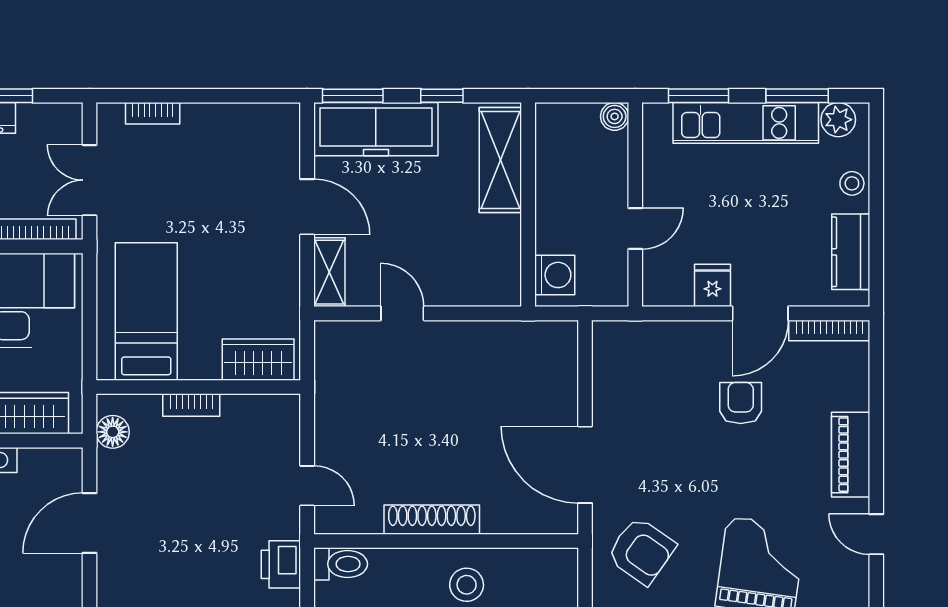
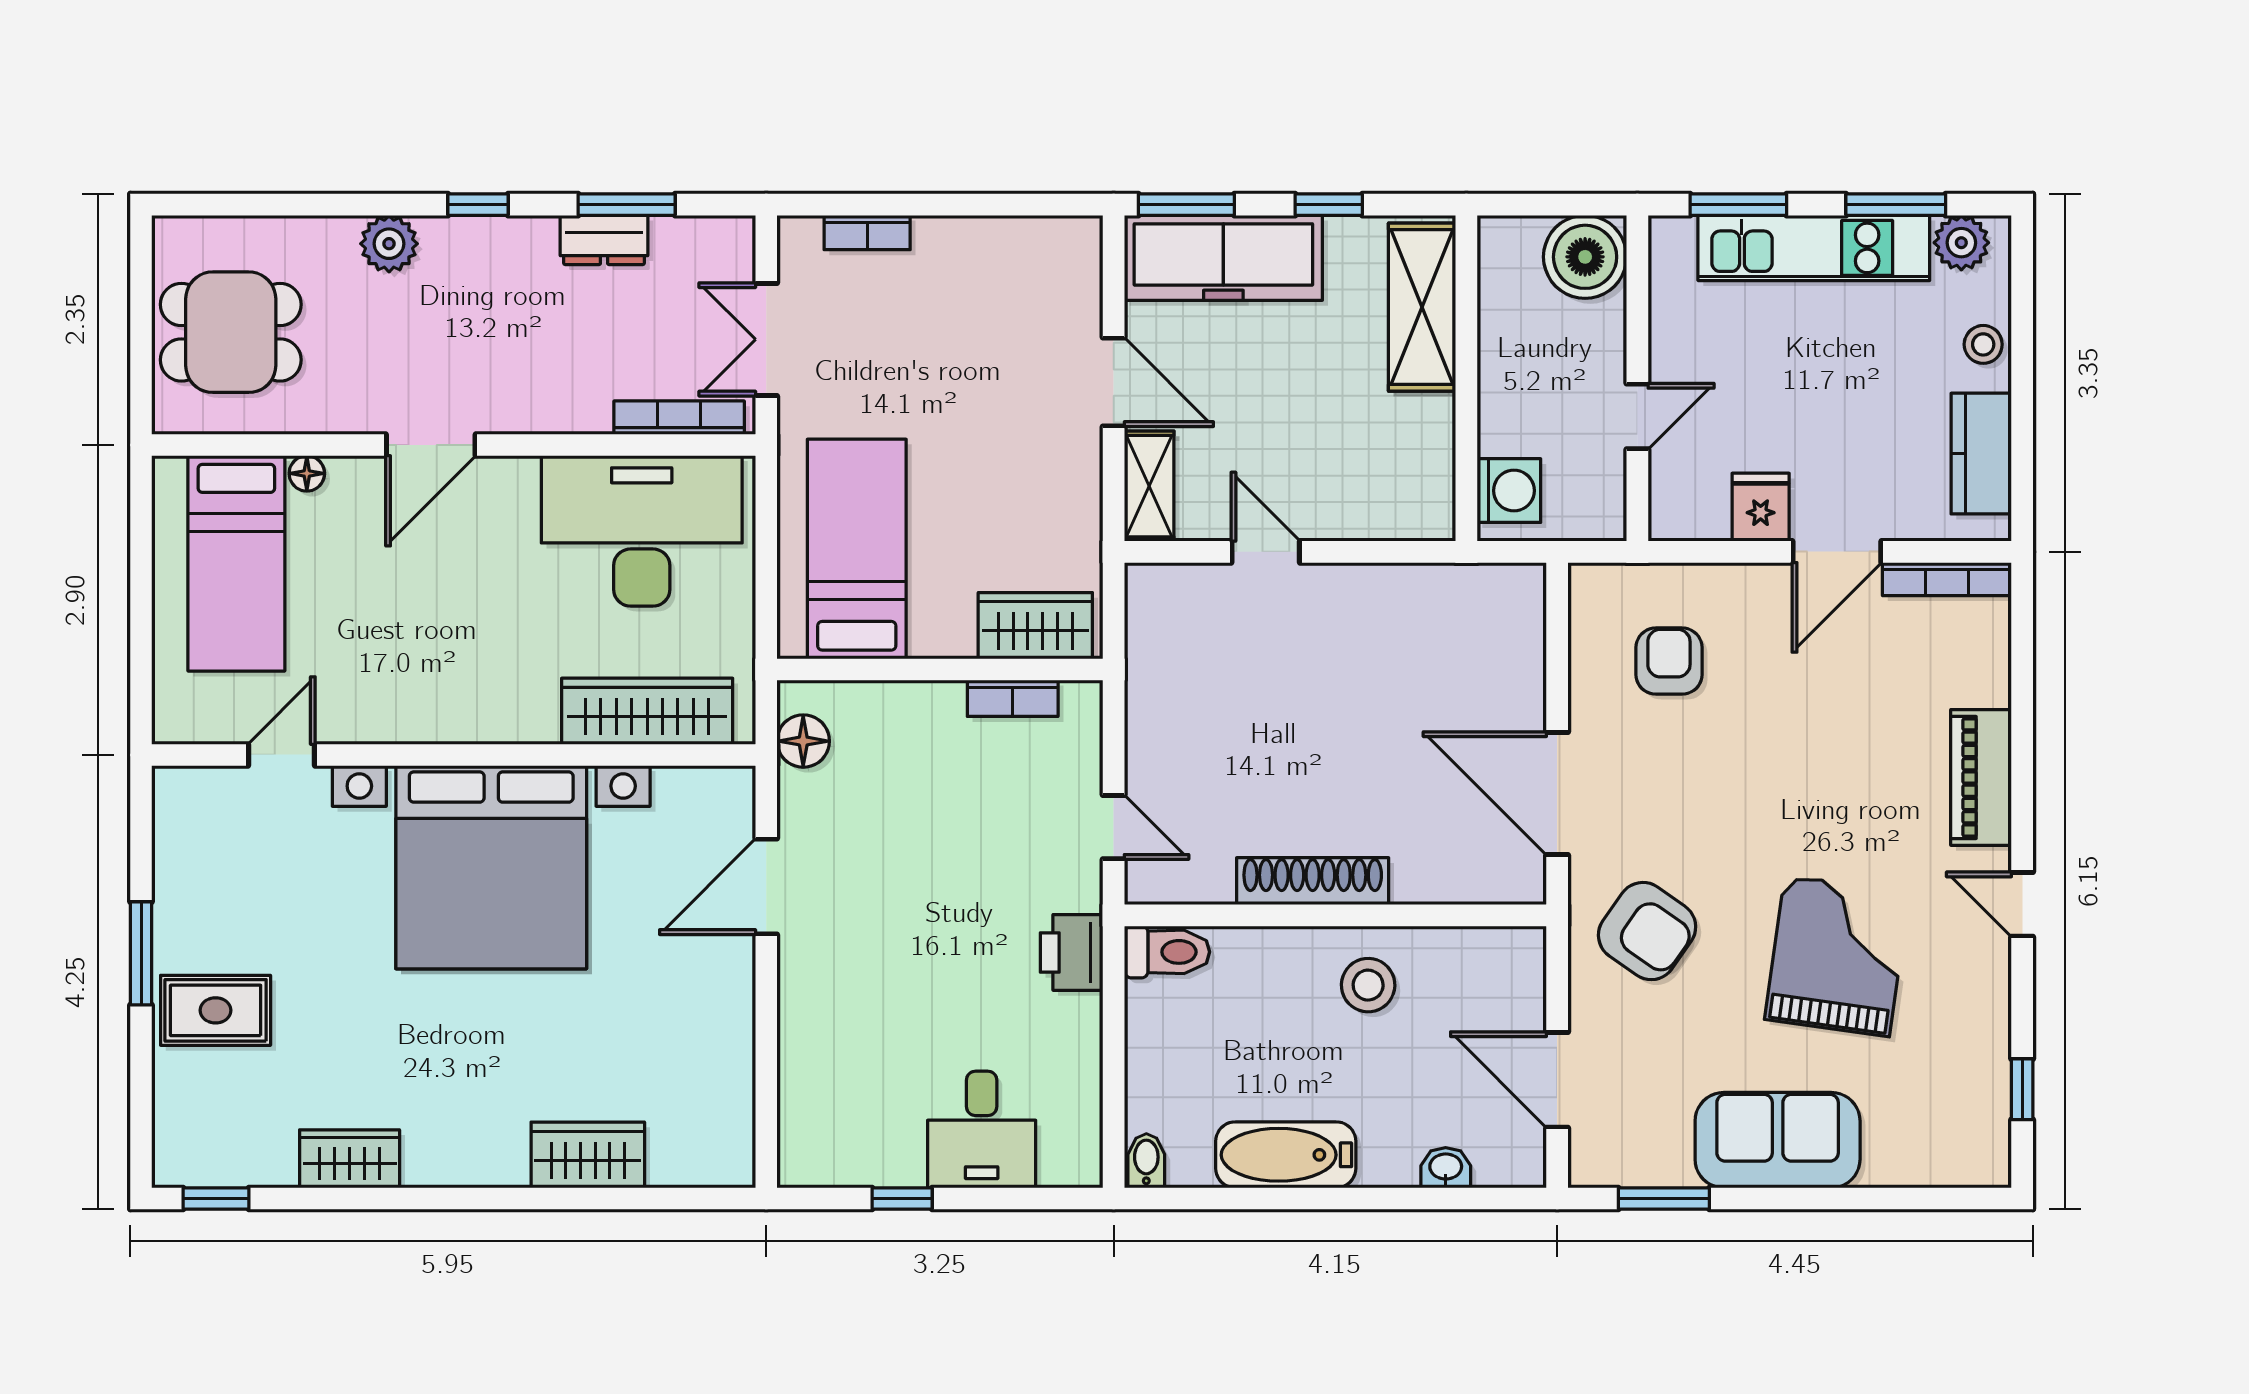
boiler: (615, 116) -> (1585, 257), width x1.86, depth x1.86
armchair: (741, 403) -> (1669, 661), moved
bookcase: (191, 405) -> (1013, 698), moved

